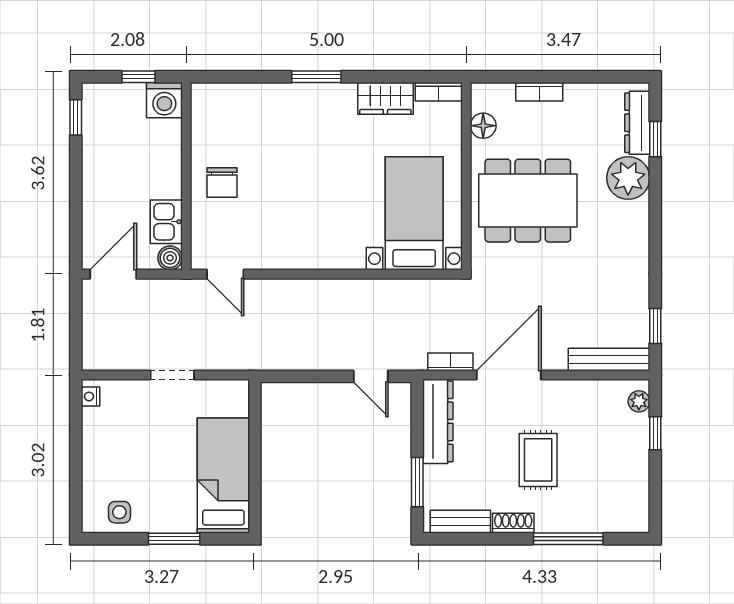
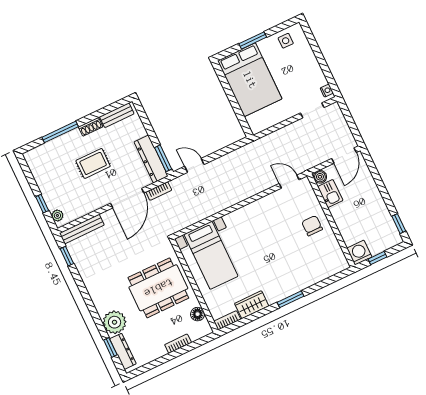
doorway: (172, 375) -> (312, 110), moved
rug: (538, 460) -> (93, 163), turned 90
bed: (223, 475) -> (250, 80), width x1.50
window: (417, 482) -> (163, 158), moved

